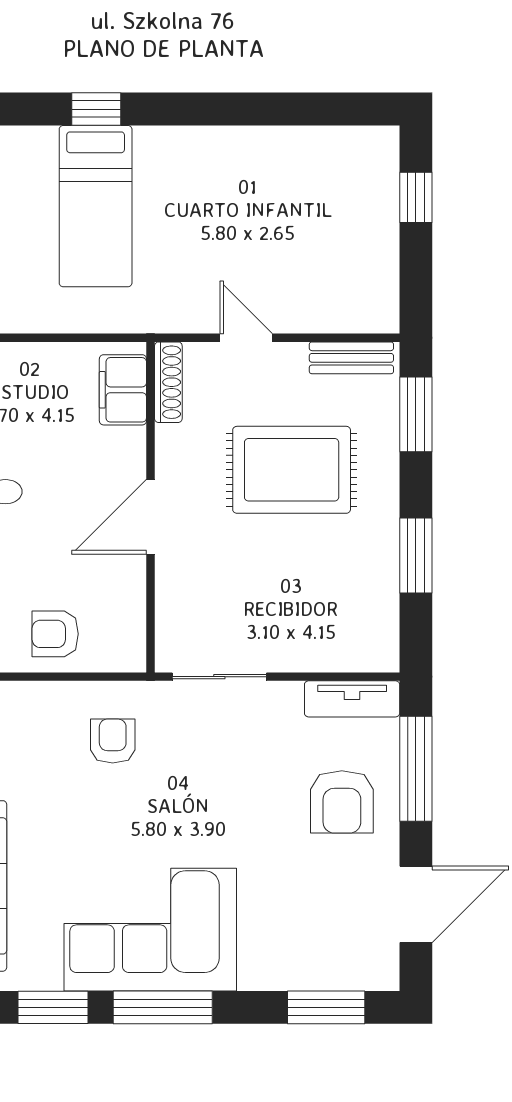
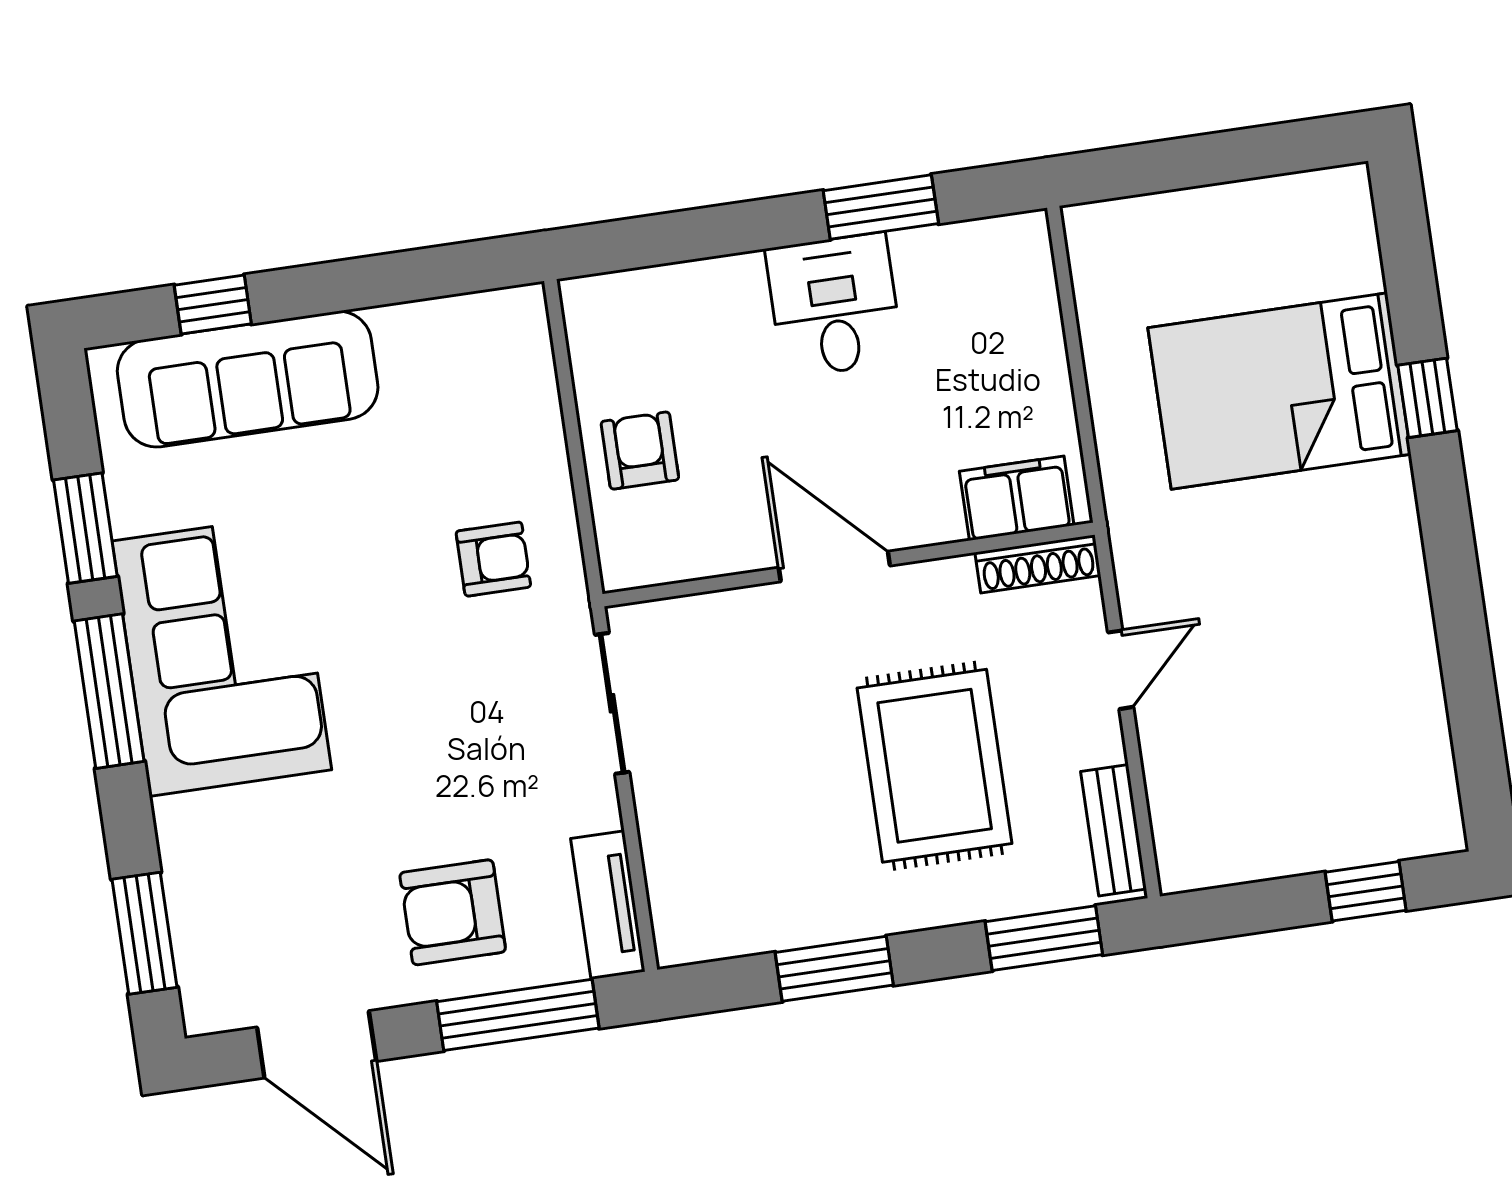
bed: (96, 206) -> (1279, 391), width x1.50

